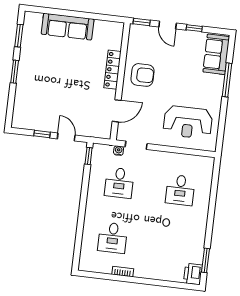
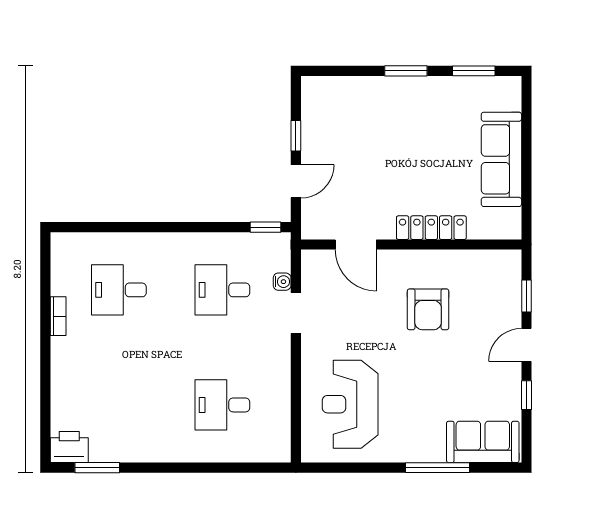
locker: (113, 70) -> (431, 228), moved
wall: (120, 81) -> (411, 244), moved
door: (117, 111) -> (356, 244), moved

